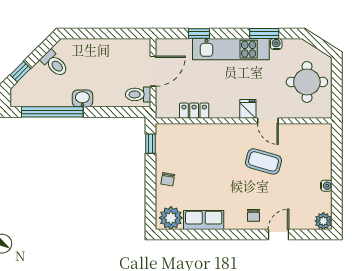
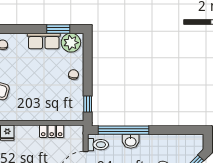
washbasin: (82, 98) -> (131, 141), moved
window: (52, 112) -> (123, 130), moved
window: (186, 234) -> (58, 29), added

